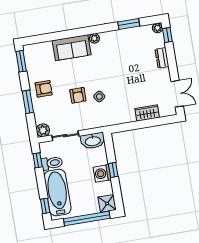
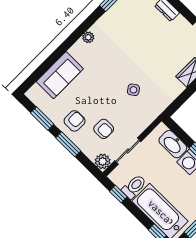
sofa: (72, 48) -> (60, 75), moved
window: (21, 61) -> (42, 119), moved
armchair: (78, 95) -> (104, 129), moved
washbasin: (93, 141) -> (173, 144), moved, turned 90

